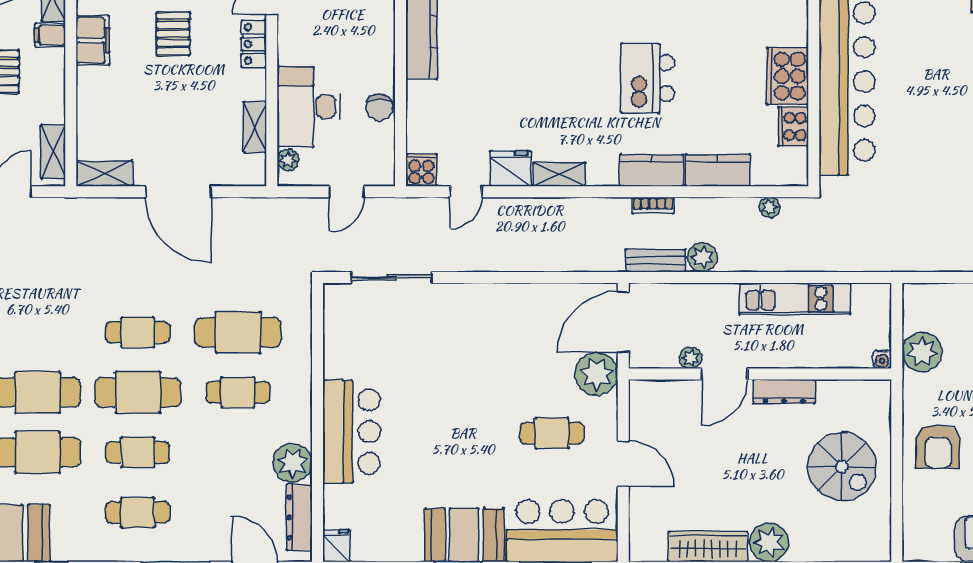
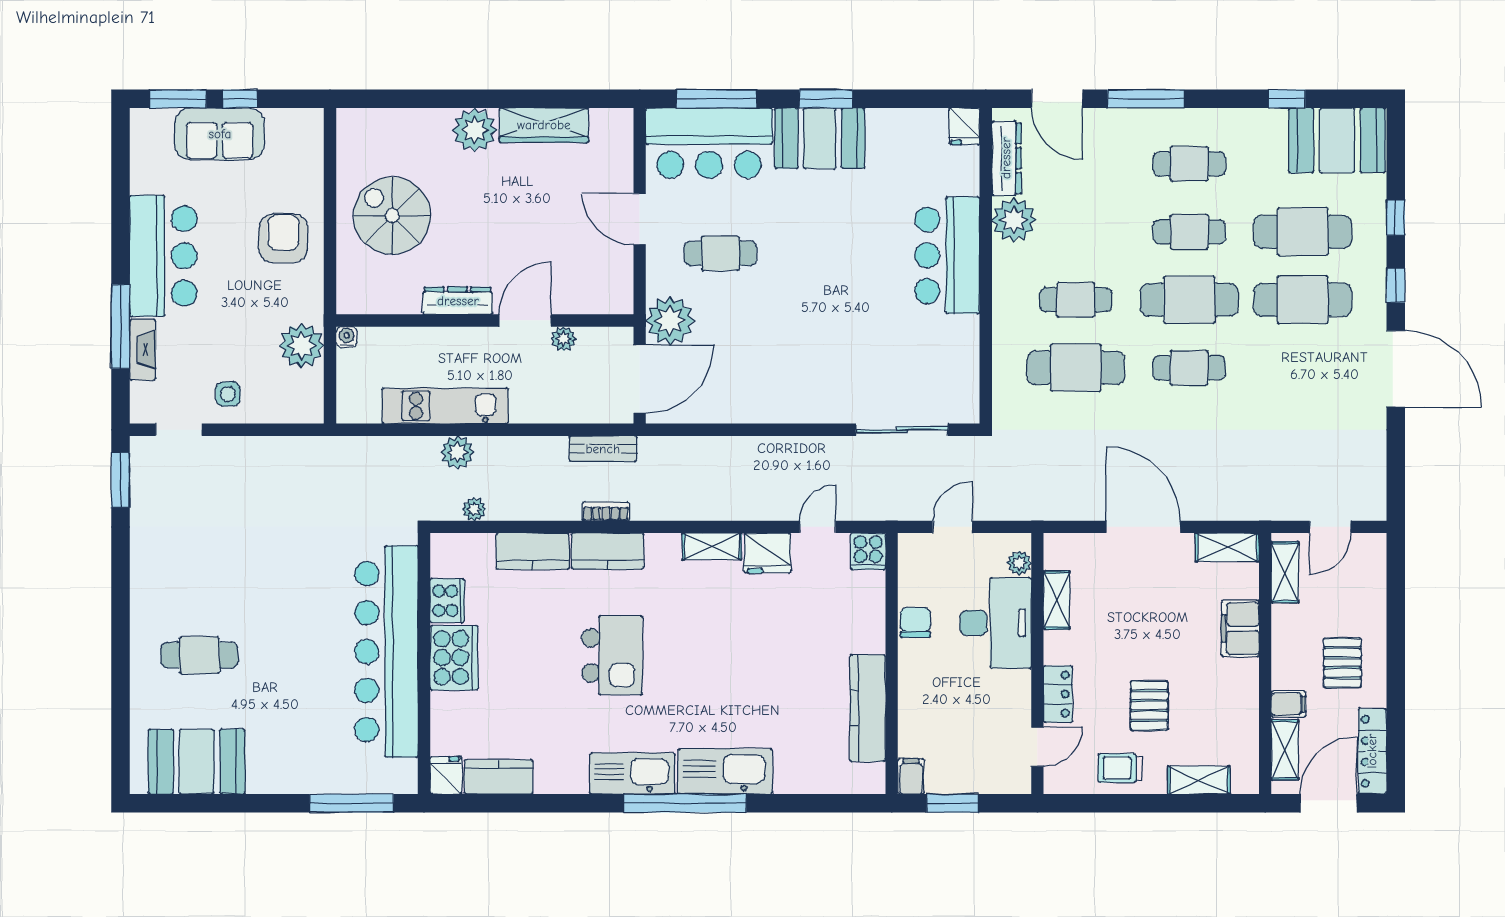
filing cabinet: (93, 40) -> (1240, 629), moved
plant: (702, 257) -> (457, 452), moved

